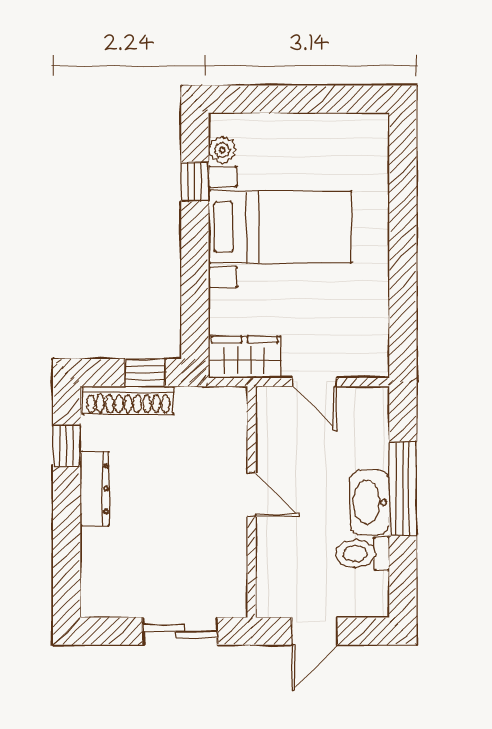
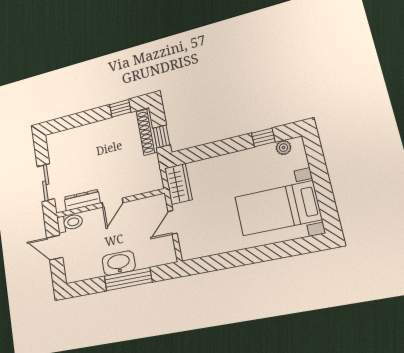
bed with nightstands: (280, 227) -> (278, 208), moved, turned 90
dresser: (95, 489) -> (82, 200), moved, turned 180
toilet: (362, 554) -> (70, 223), moved, turned 90

